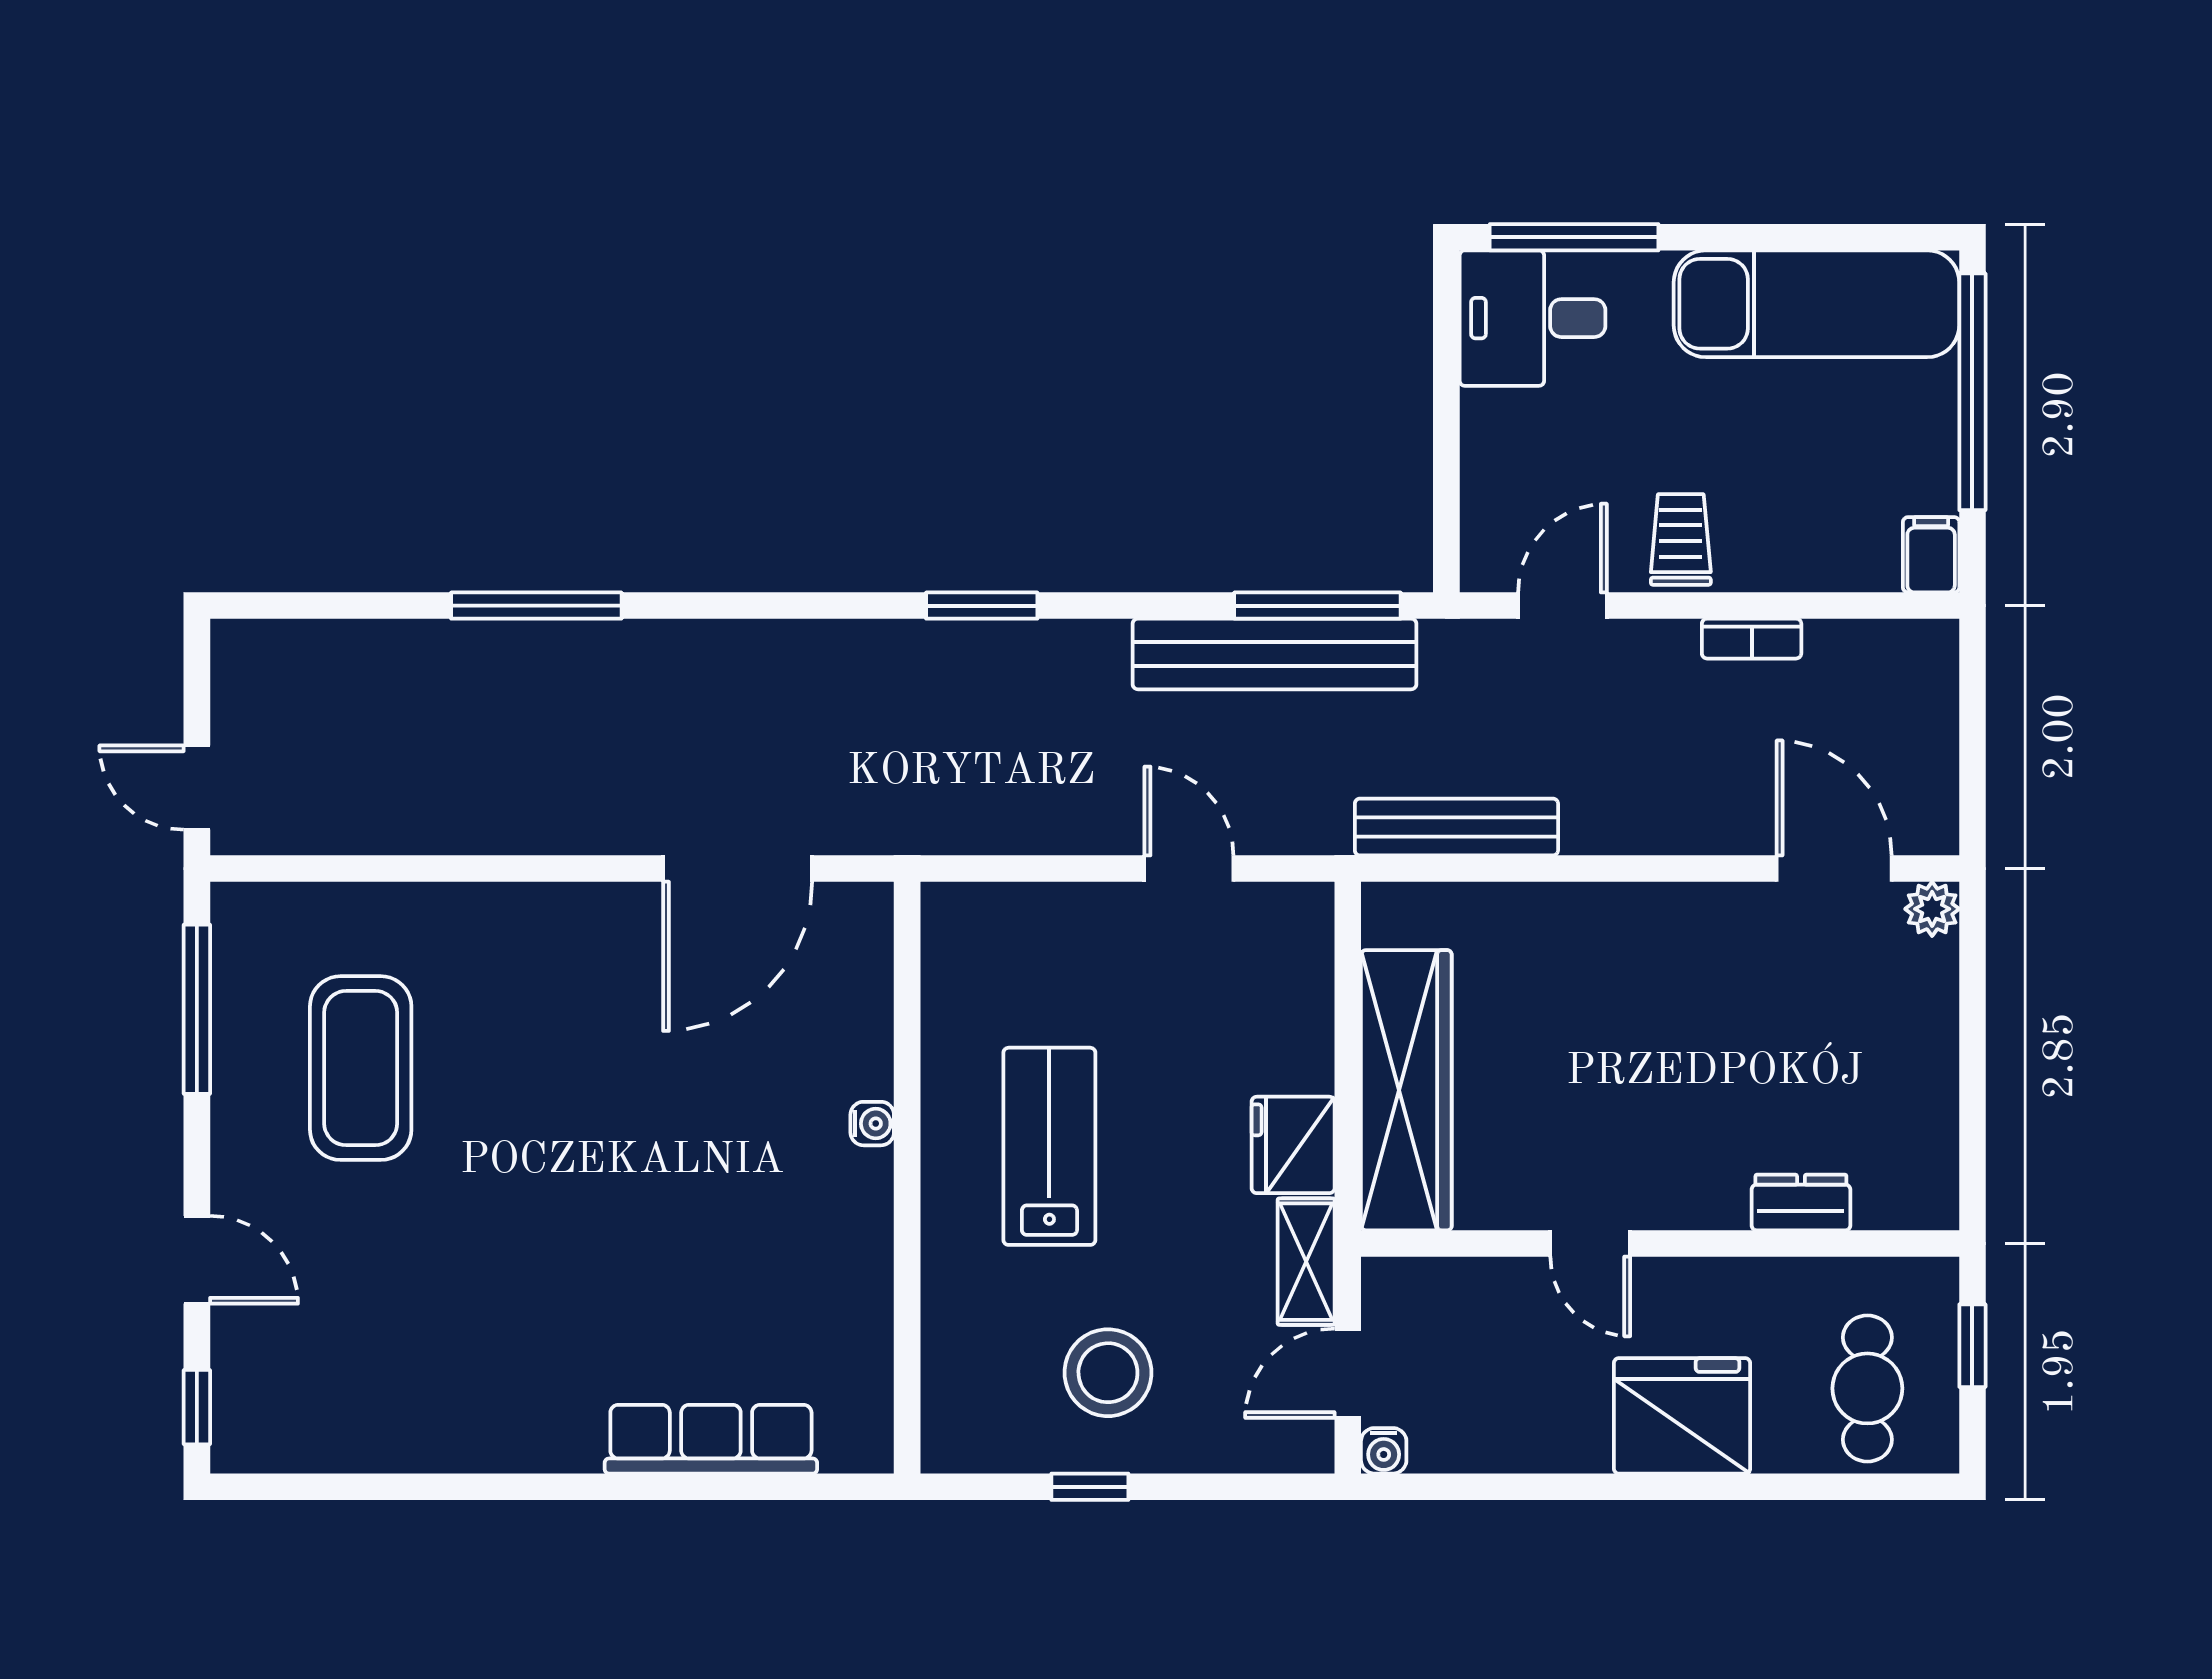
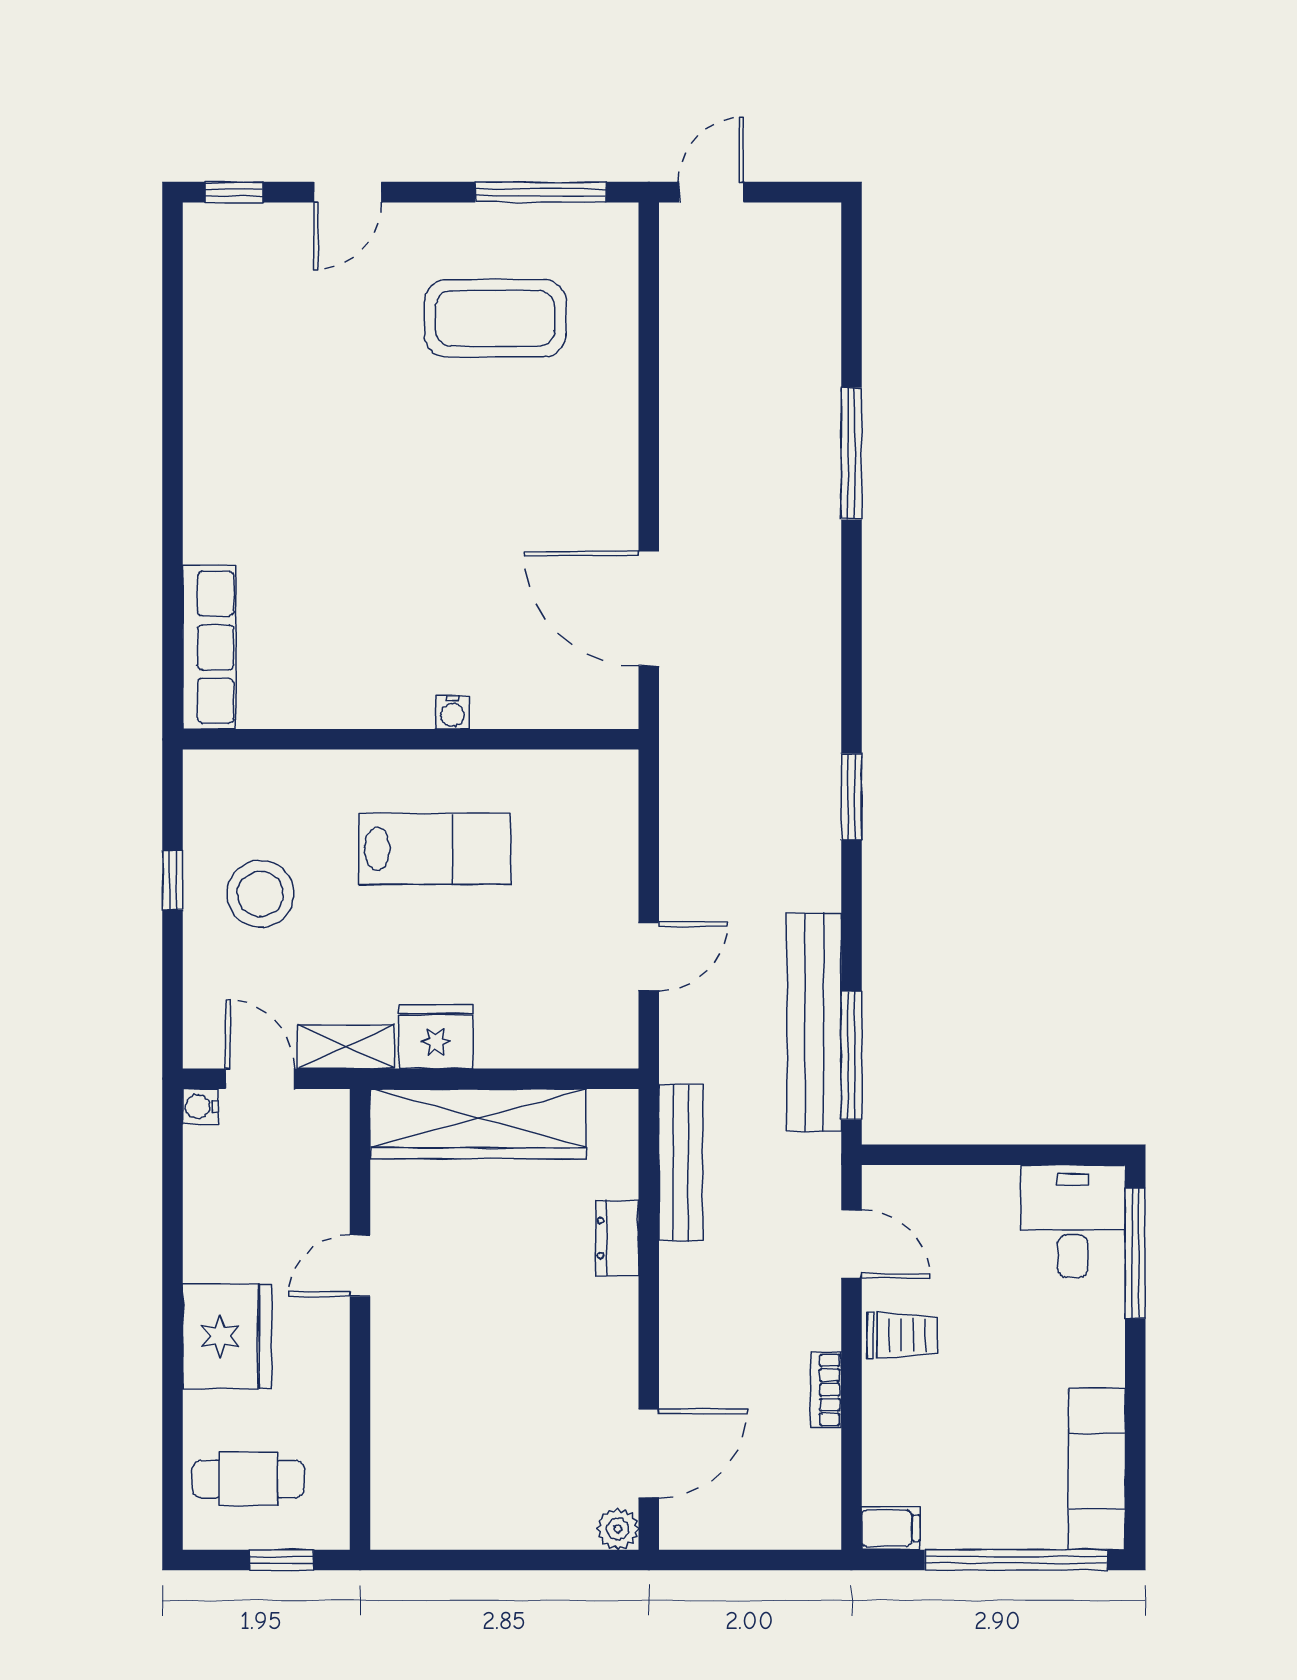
exam couch: (1817, 304) -> (1097, 1469), width x0.73, depth x0.69
dresser: (1801, 1202) -> (617, 1238), moved, turned 180
row of seats: (711, 1439) -> (209, 647), moved

